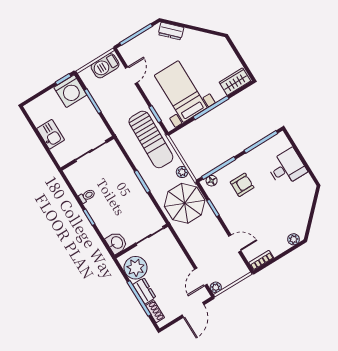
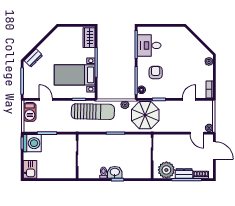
kitchen sink: (51, 134) -> (30, 169), moved, turned 90
desk: (287, 168) -> (149, 45), moved, turned -90
washbasin: (117, 243) -> (115, 172), moved

